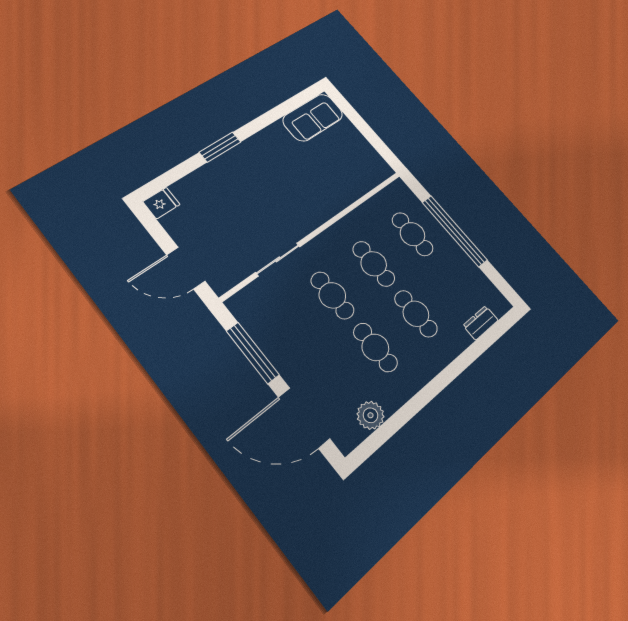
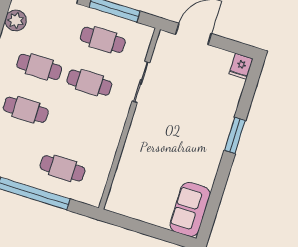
cafe table: (374, 264) -> (103, 40), moved

